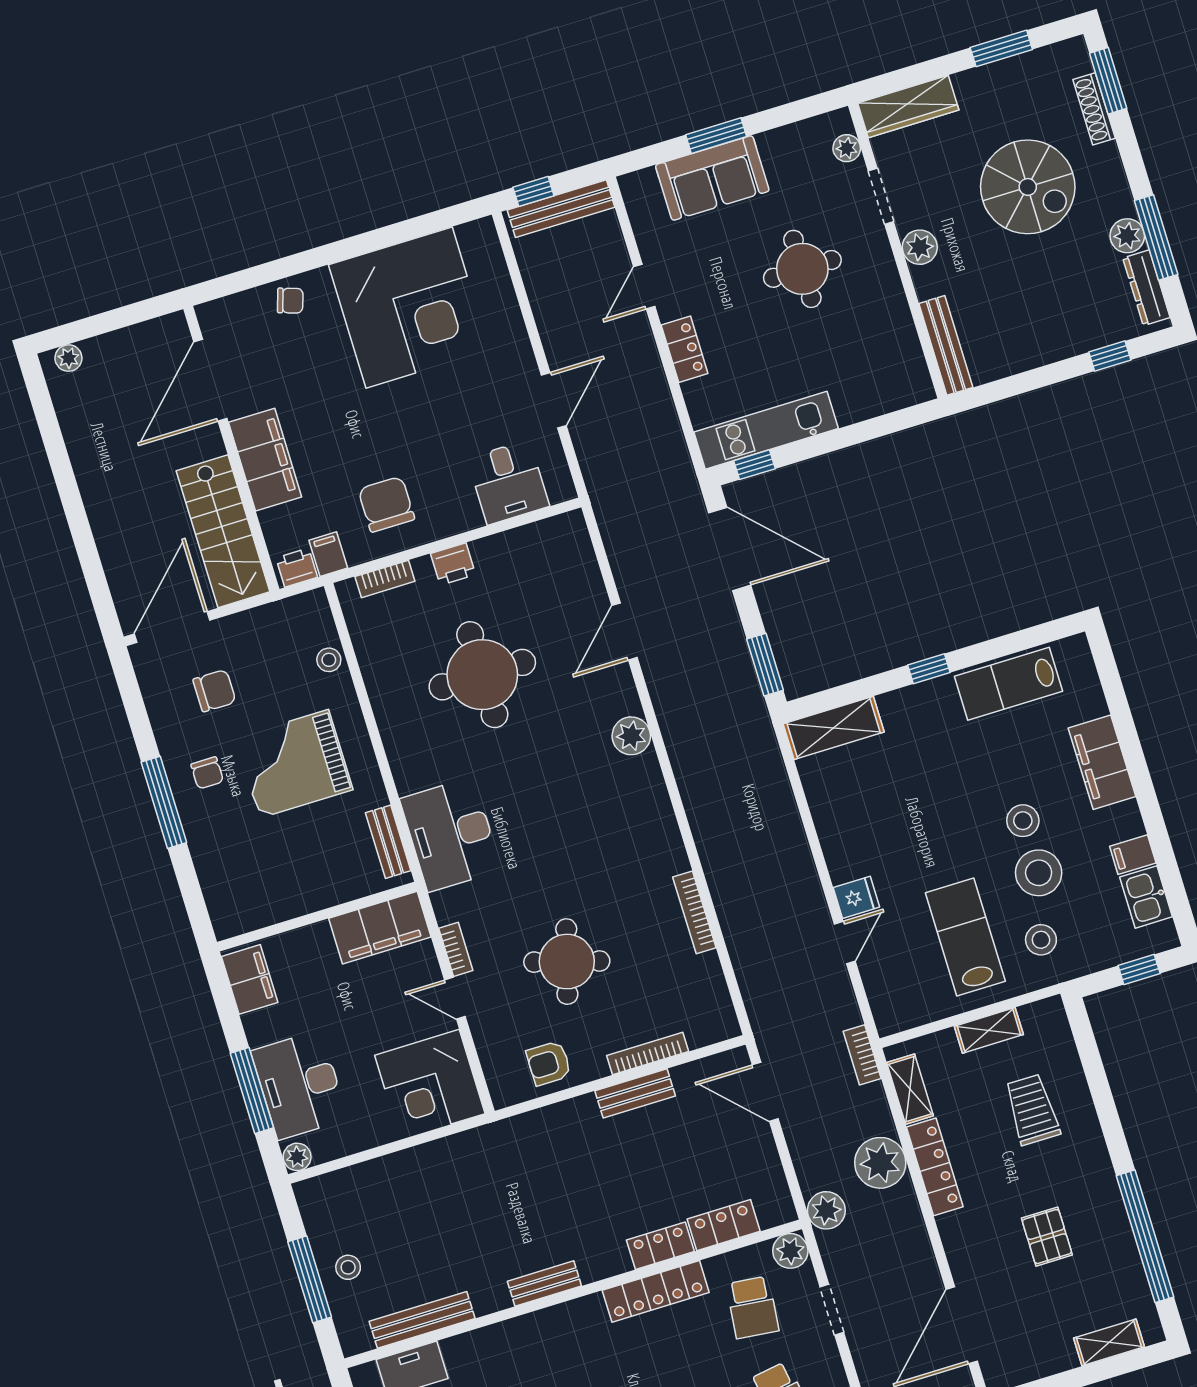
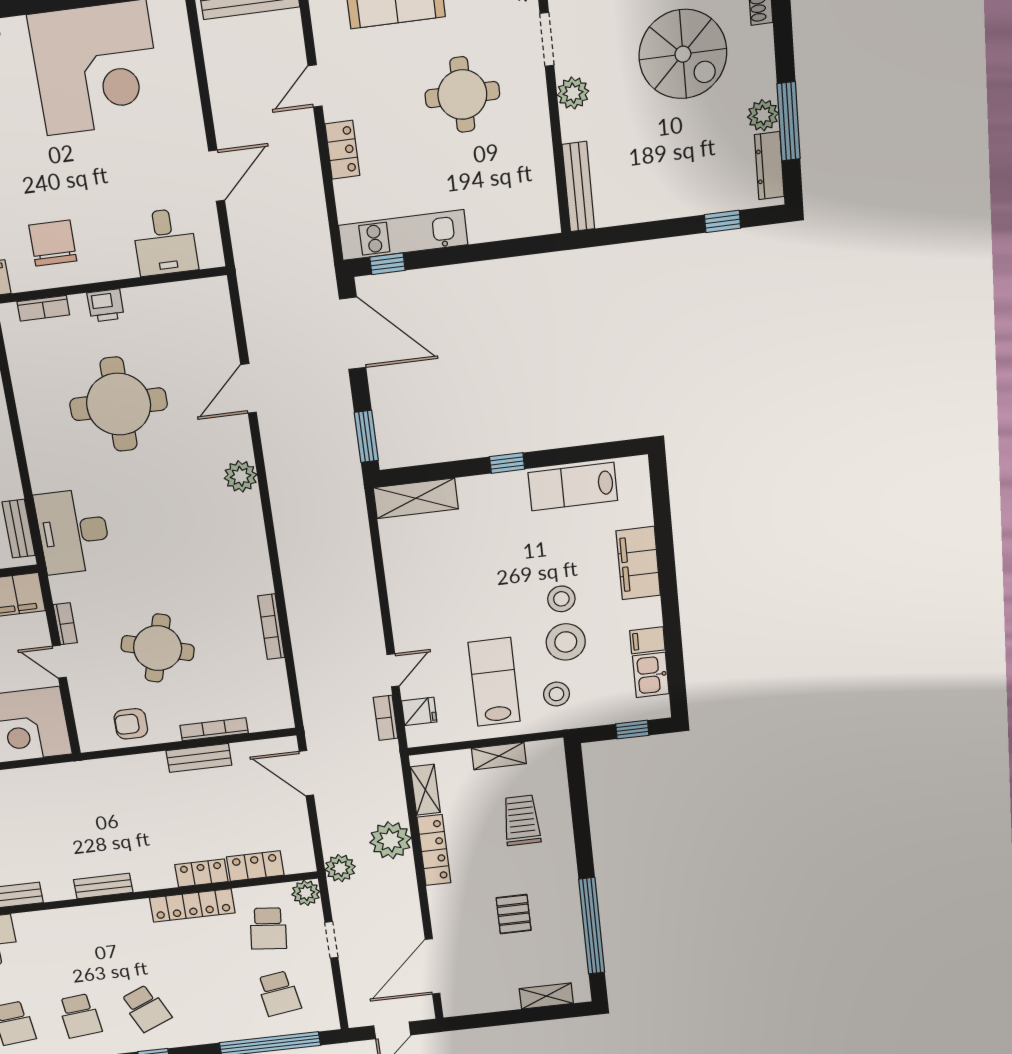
fridge: (856, 897) -> (419, 711), moved
bookcase: (862, 1055) -> (386, 718), moved

